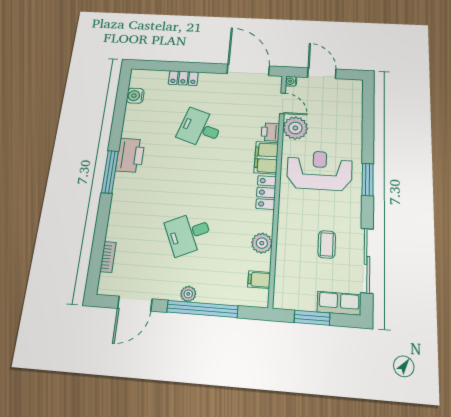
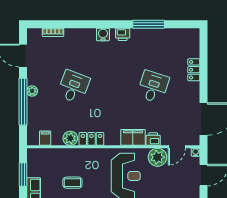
water cooler: (135, 96) -> (103, 34), moved
printer: (130, 155) -> (123, 34), width x0.53, depth x0.68
window: (110, 172) -> (149, 24), moved
locker: (266, 192) -> (91, 139), moved
desk: (189, 233) -> (73, 87), turned 45

